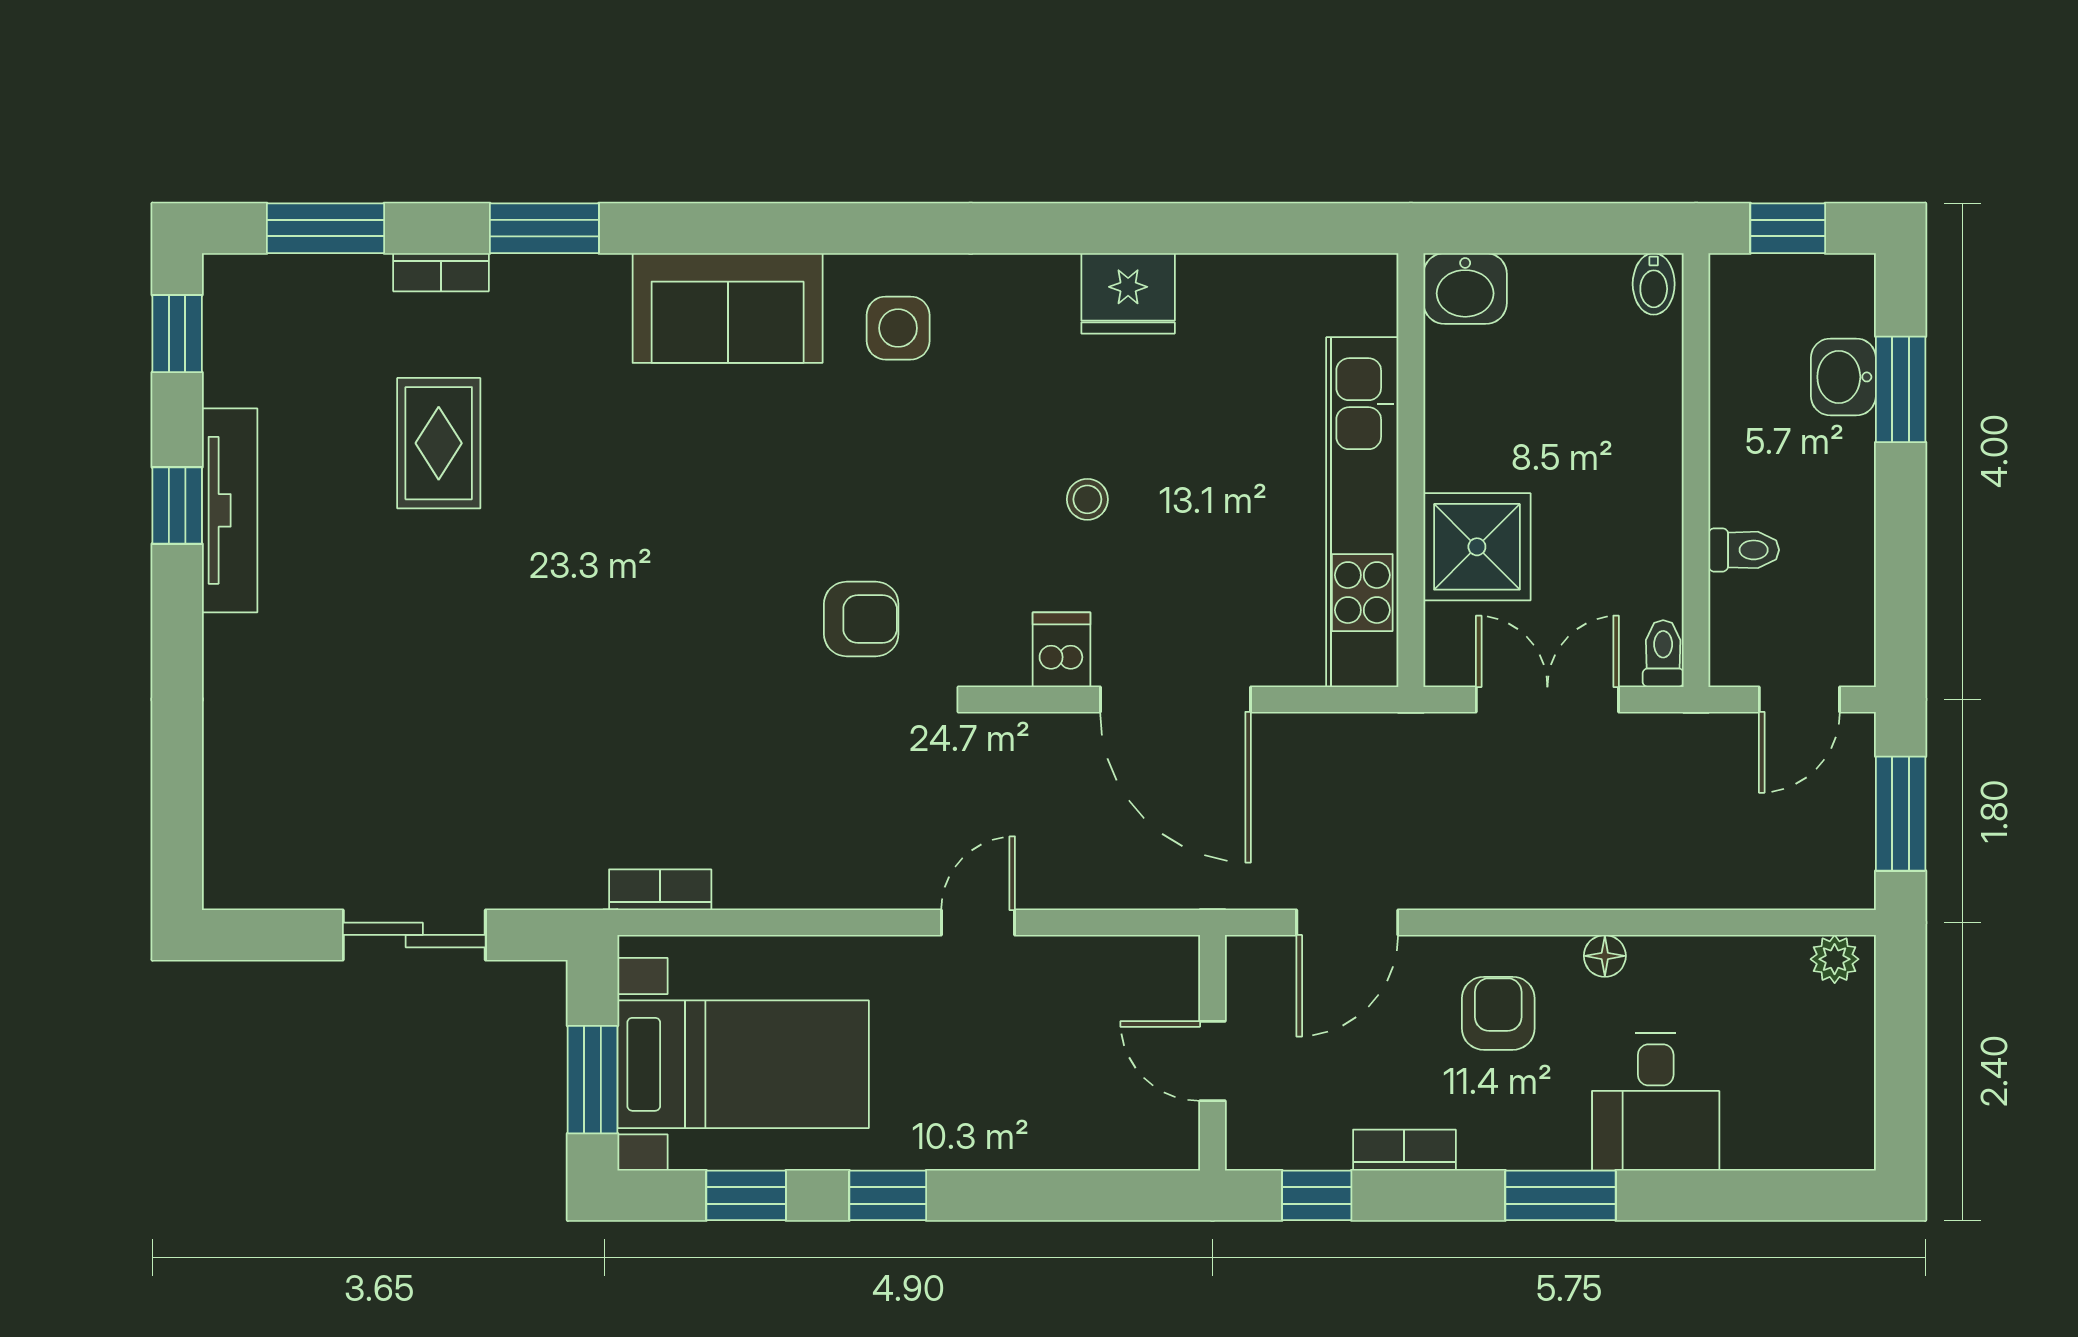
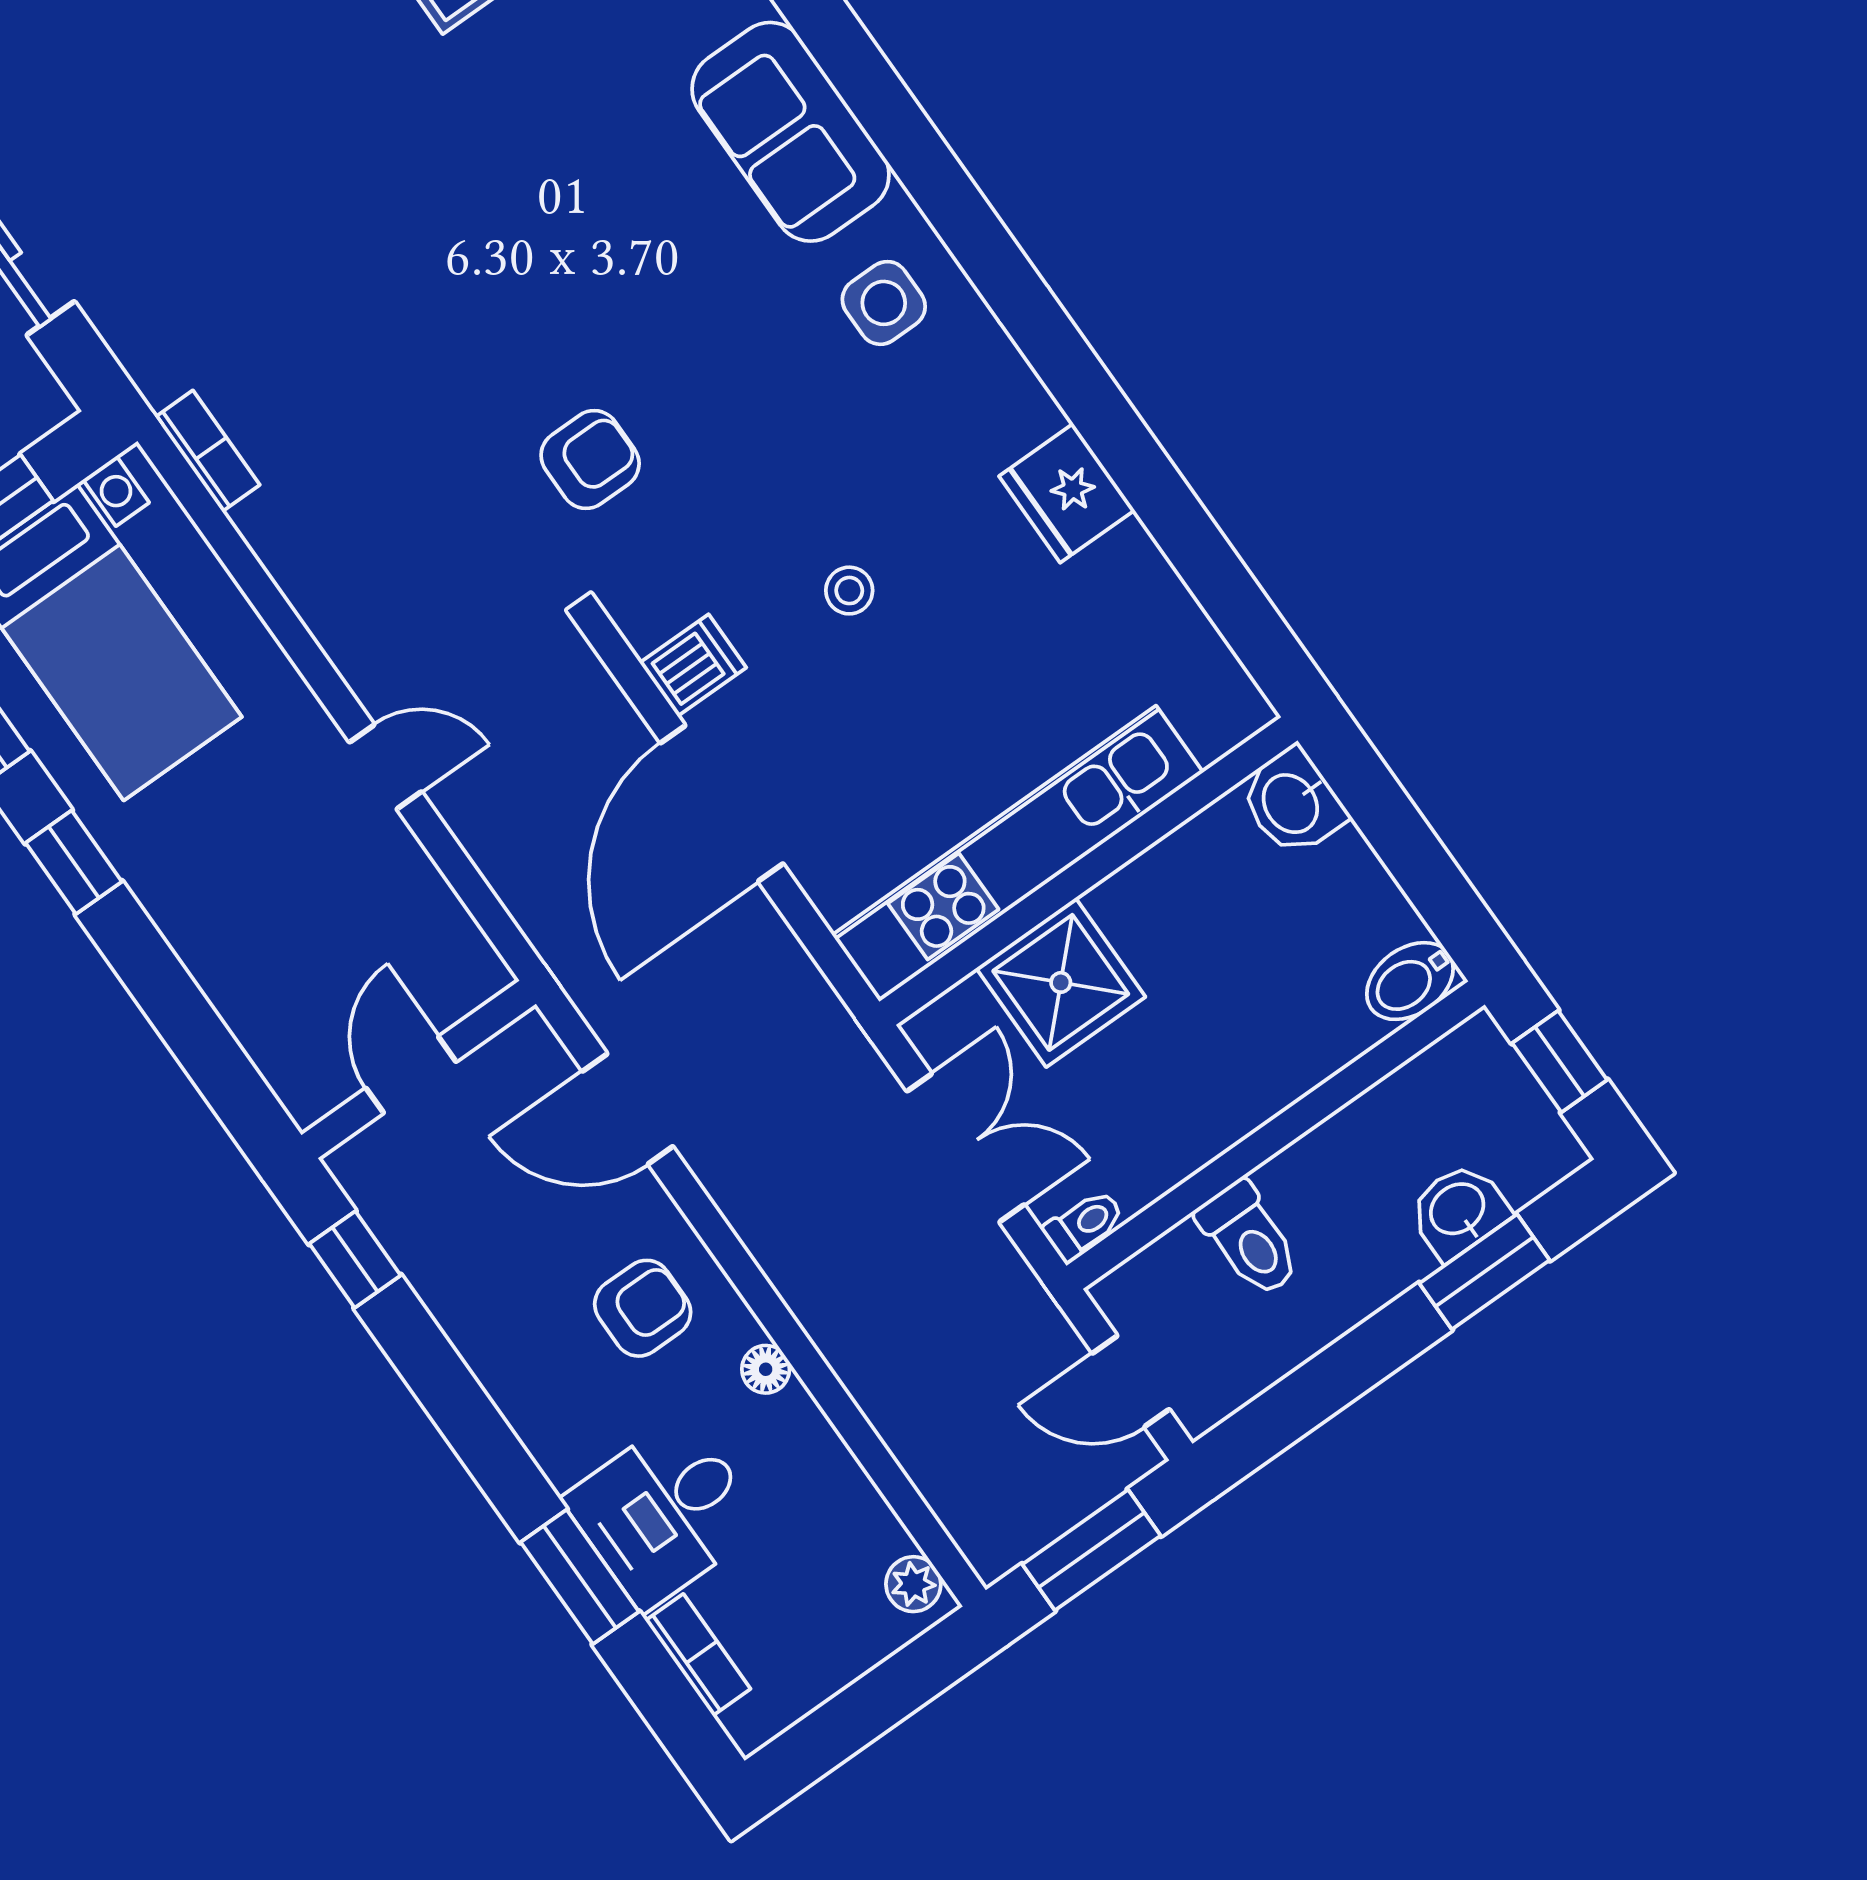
bidet: (1654, 284) -> (1410, 981), width x1.38, depth x1.36
toilet: (1744, 550) -> (1249, 1239), width x1.37, depth x1.39
armchair: (861, 619) -> (590, 460), turned -90
bookcase: (1404, 1150) -> (698, 1655), moved
window: (1561, 1195) -> (580, 1577), moved

